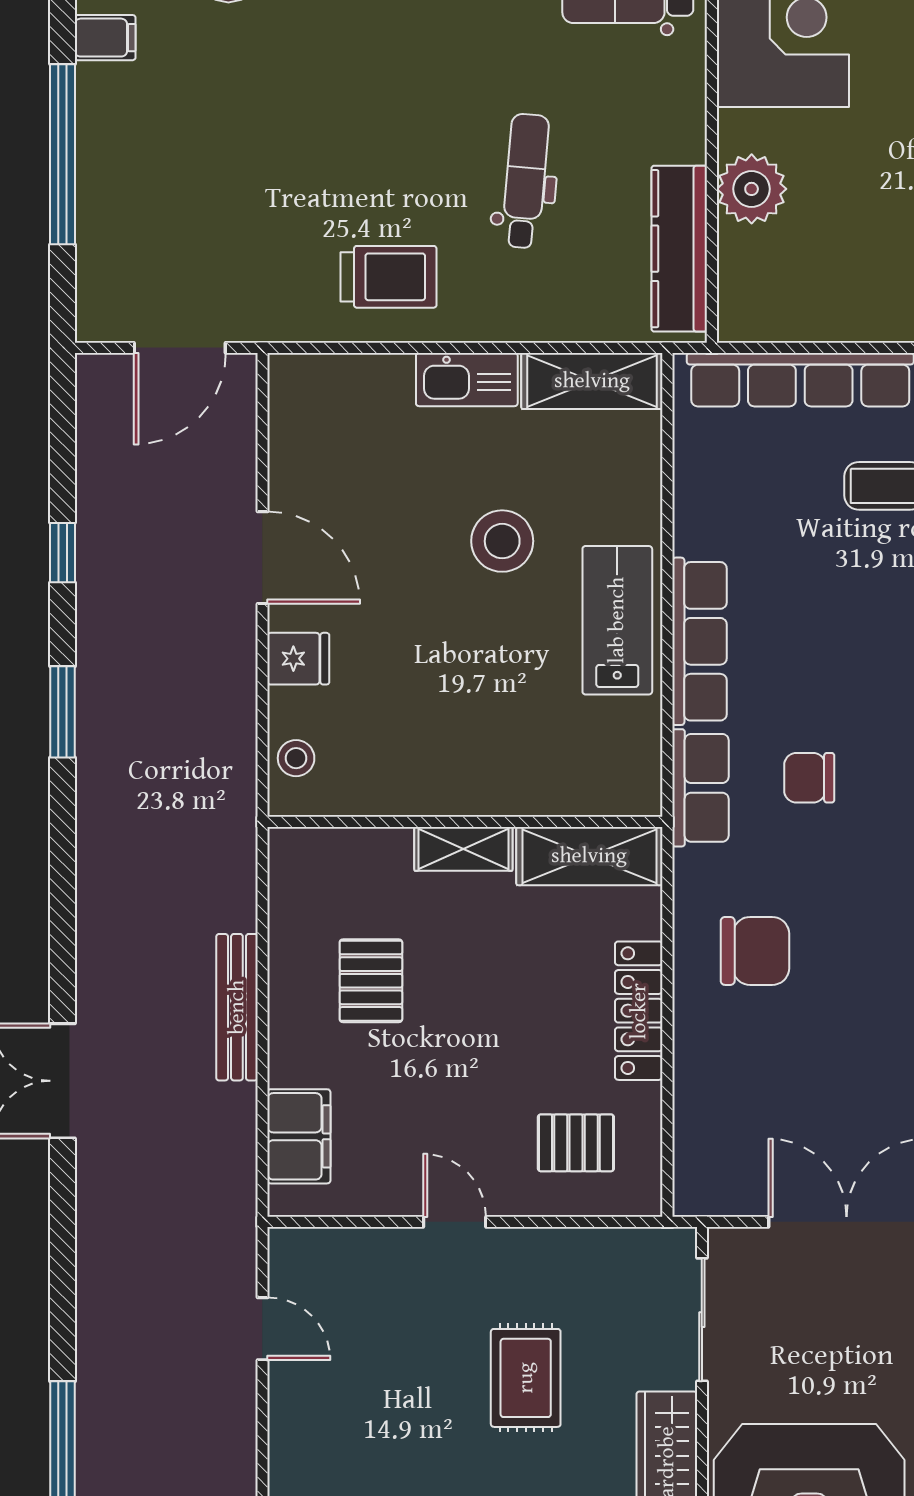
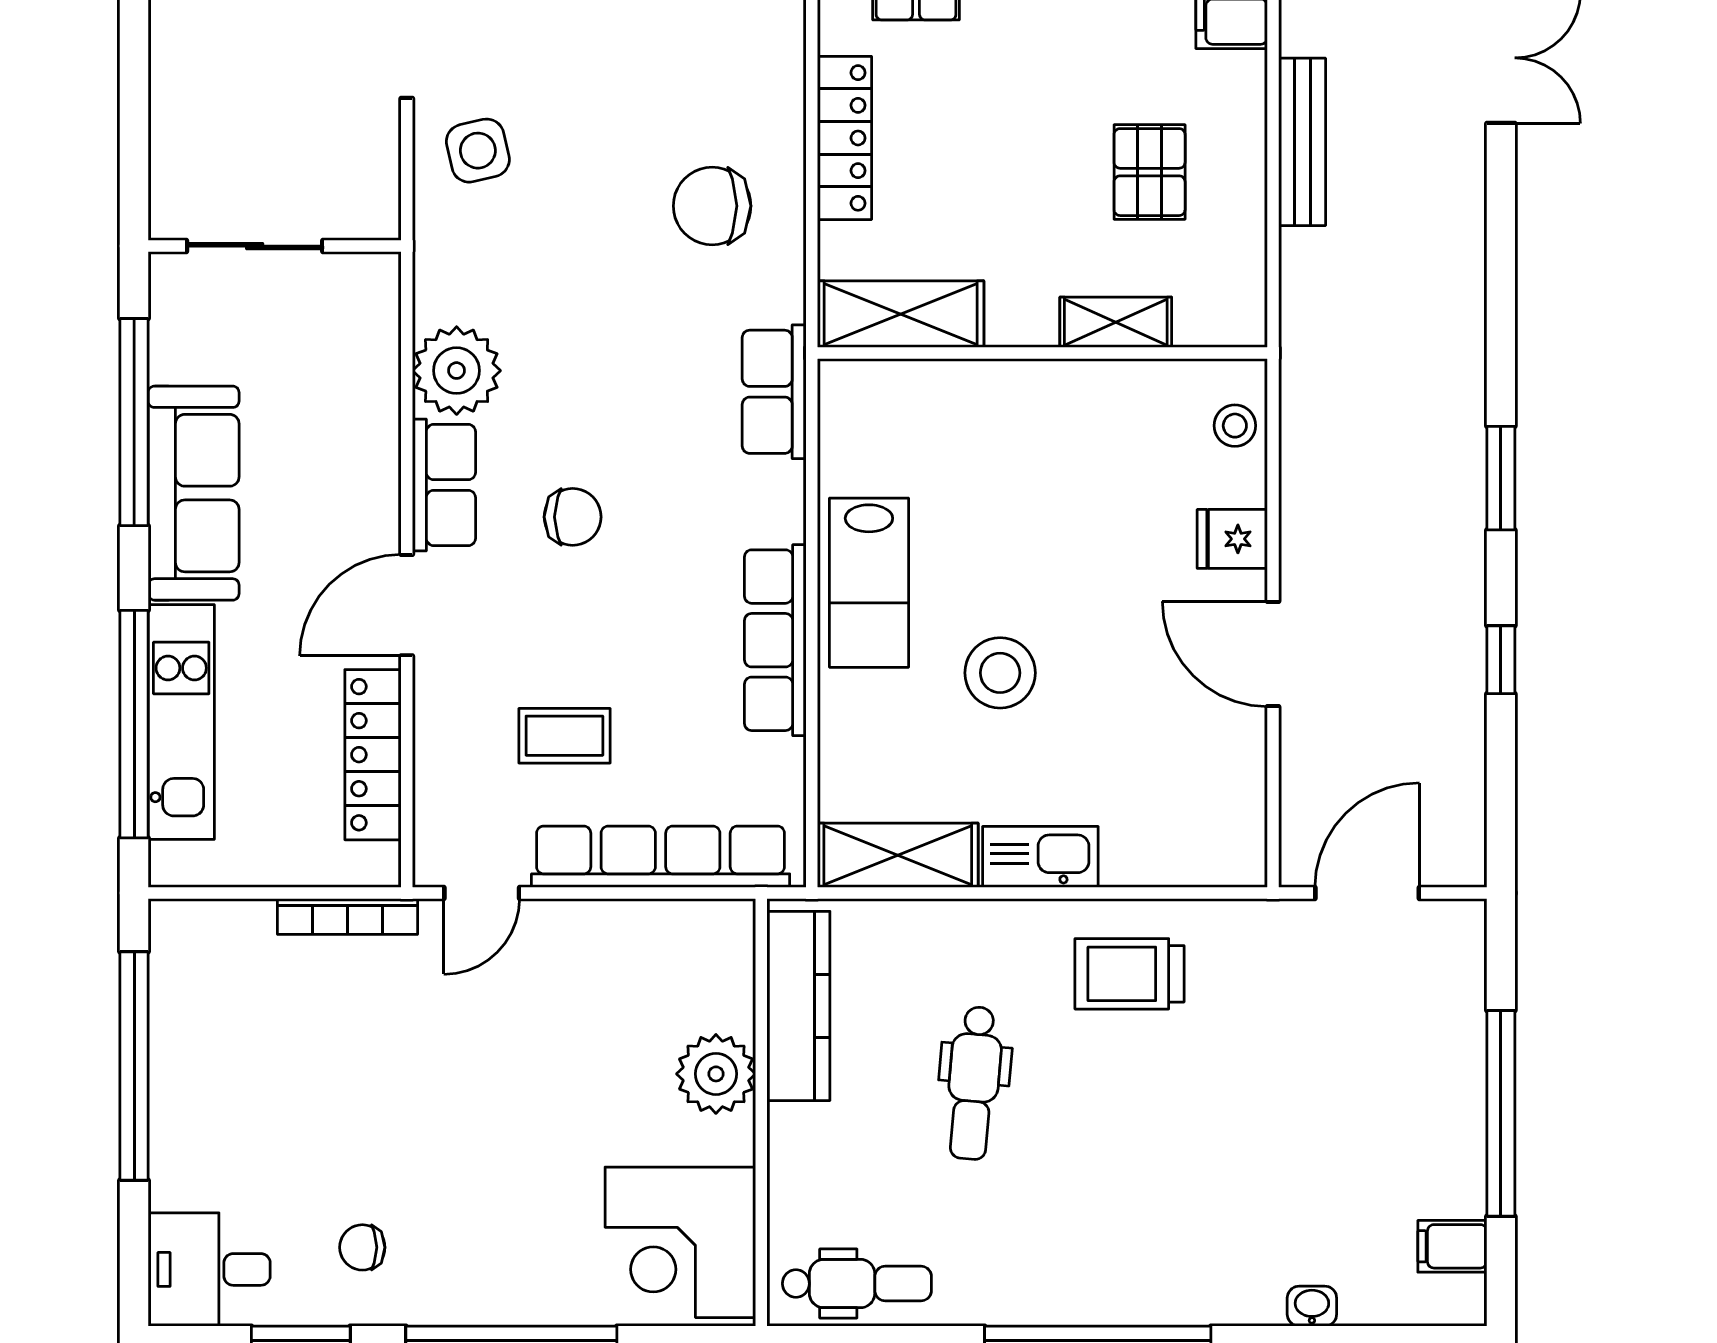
row of seats: (699, 641) -> (775, 640), moved
chair: (809, 778) -> (573, 517), moved
shelving: (463, 849) -> (1116, 322), moved

